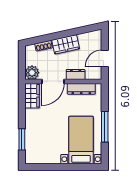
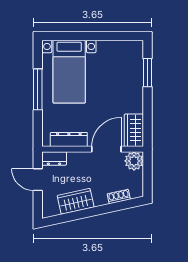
wardrobe: (66, 44) -> (76, 201), moved
door: (105, 58) -> (38, 180), swing flipped
dresser: (76, 75) -> (54, 158), moved

